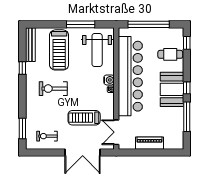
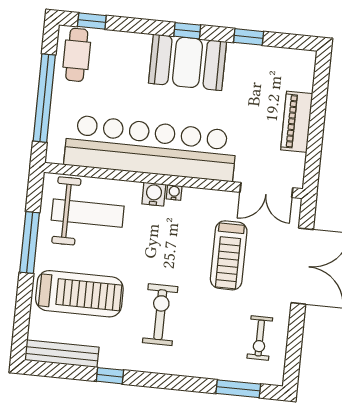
cafe table: (170, 54) -> (77, 55), moved
exercise bike: (53, 89) -> (160, 315), turned 180
window: (187, 117) -> (249, 37), width x0.46

